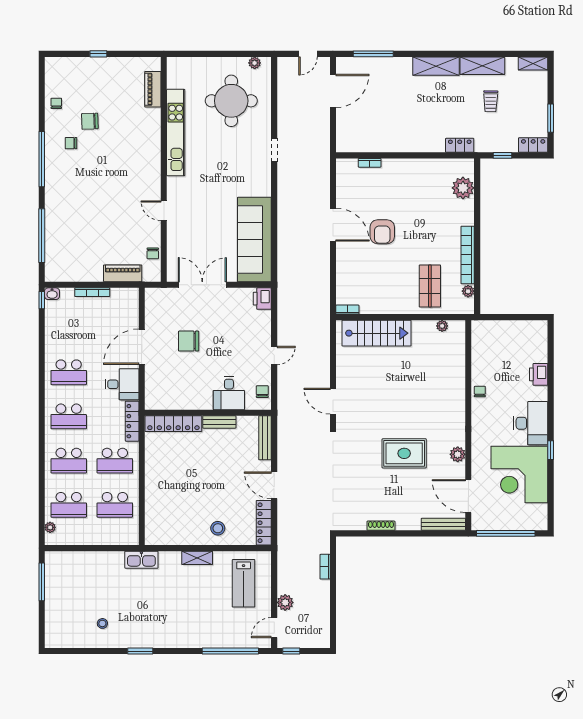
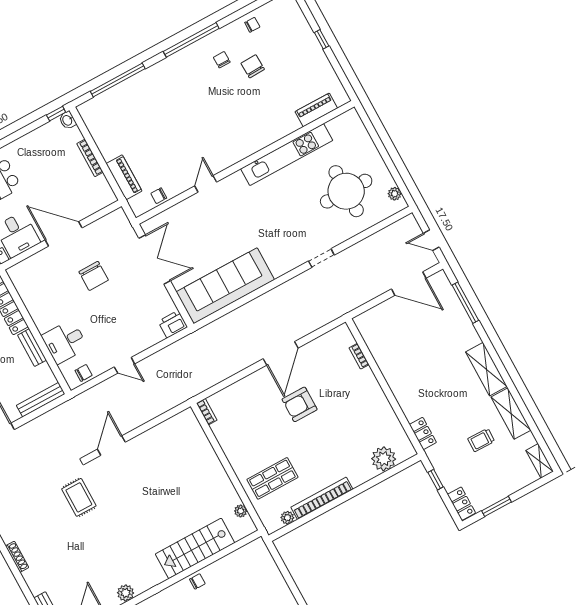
stairs: (376, 333) -> (195, 548), moved, turned 90
chair: (189, 341) -> (94, 276), turned 180
rug: (404, 453) -> (79, 497), moved, width x0.73, depth x0.70

